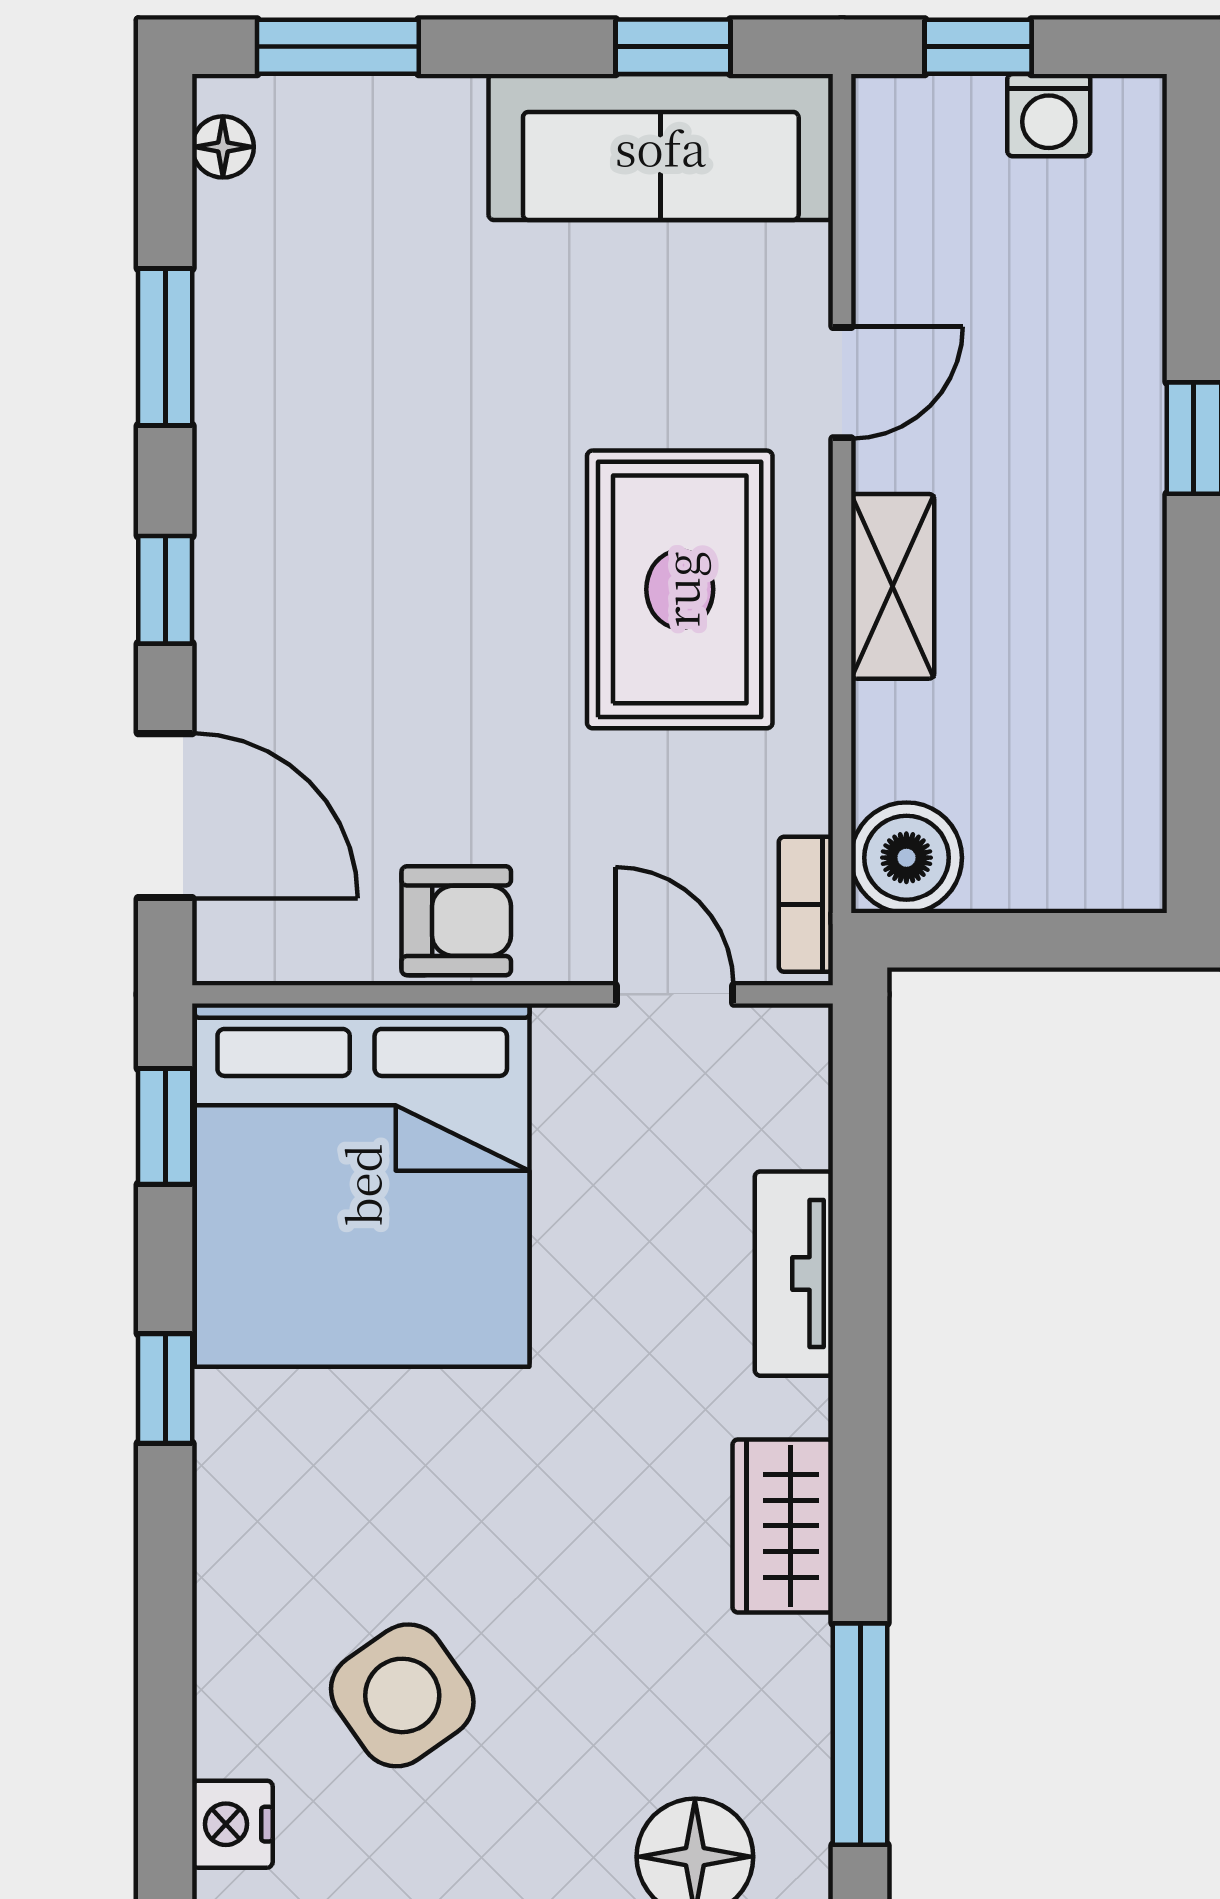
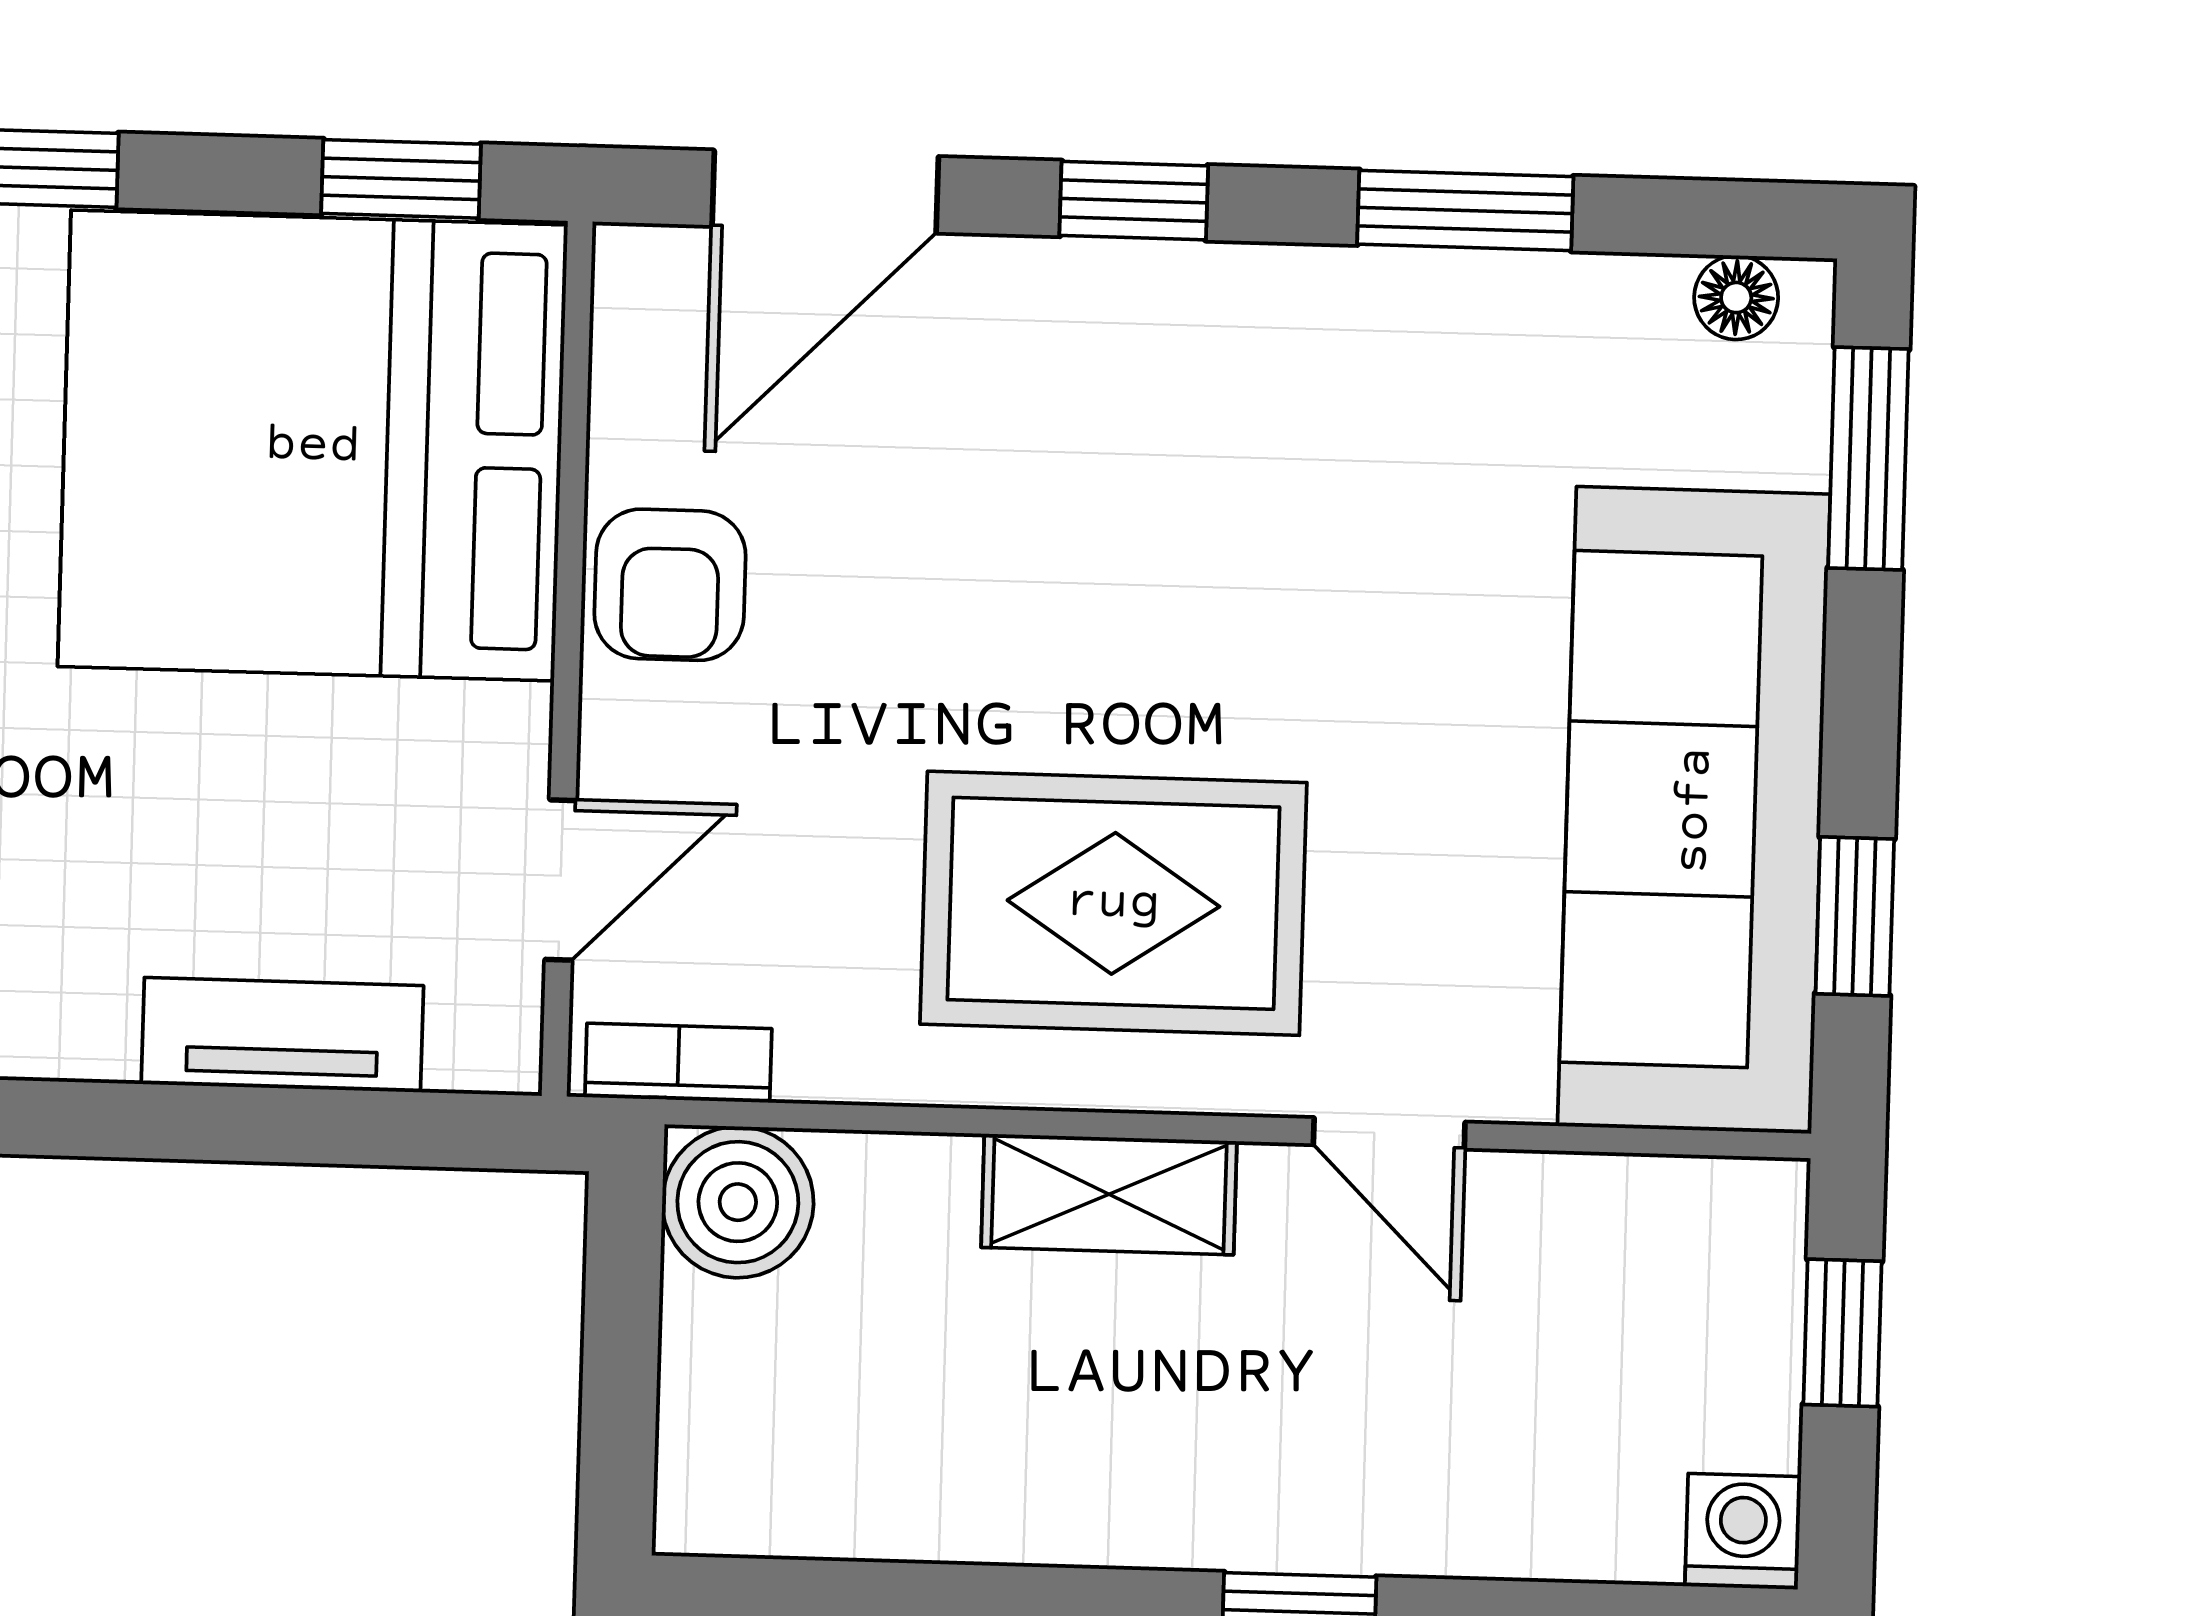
washing machine: (1049, 115) -> (1743, 1531), moved, turned 90
sofa: (661, 147) -> (1694, 810), width x1.36, depth x1.27
tv unit: (794, 1274) -> (282, 1035), moved

